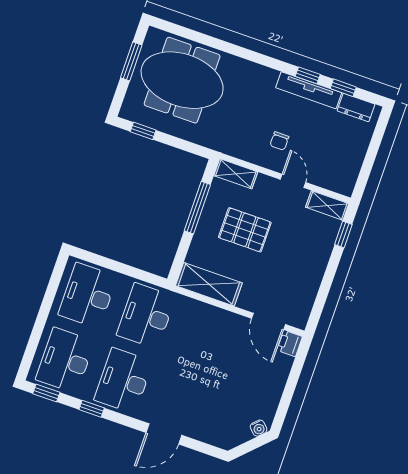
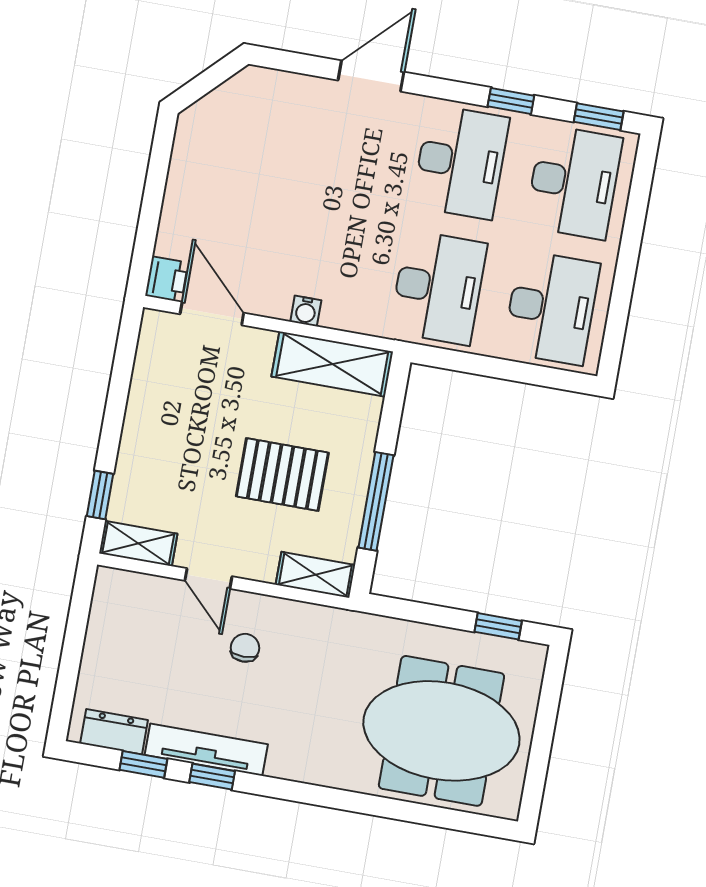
window: (131, 61) -> (540, 750), removed
water cooler: (259, 428) -> (306, 311), moved, turned -135

